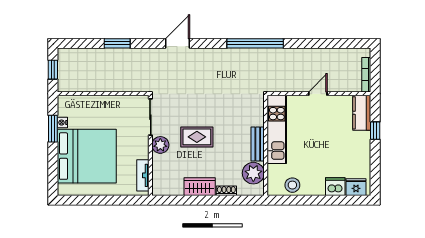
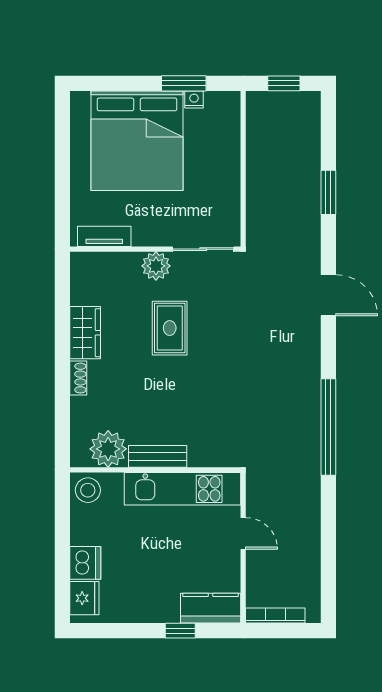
kitchen unit: (277, 129) -> (182, 489), moved
bench: (258, 144) -> (158, 456), moved
wall: (266, 145) -> (155, 470), moved
plant: (253, 173) -> (108, 449), moved

